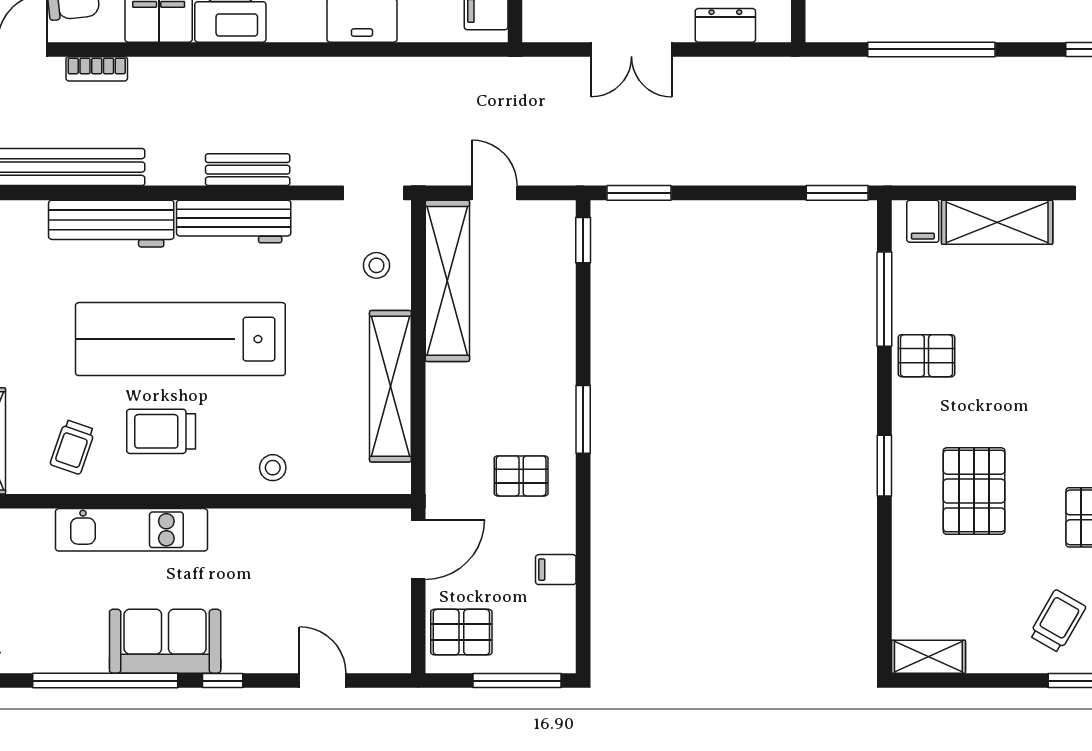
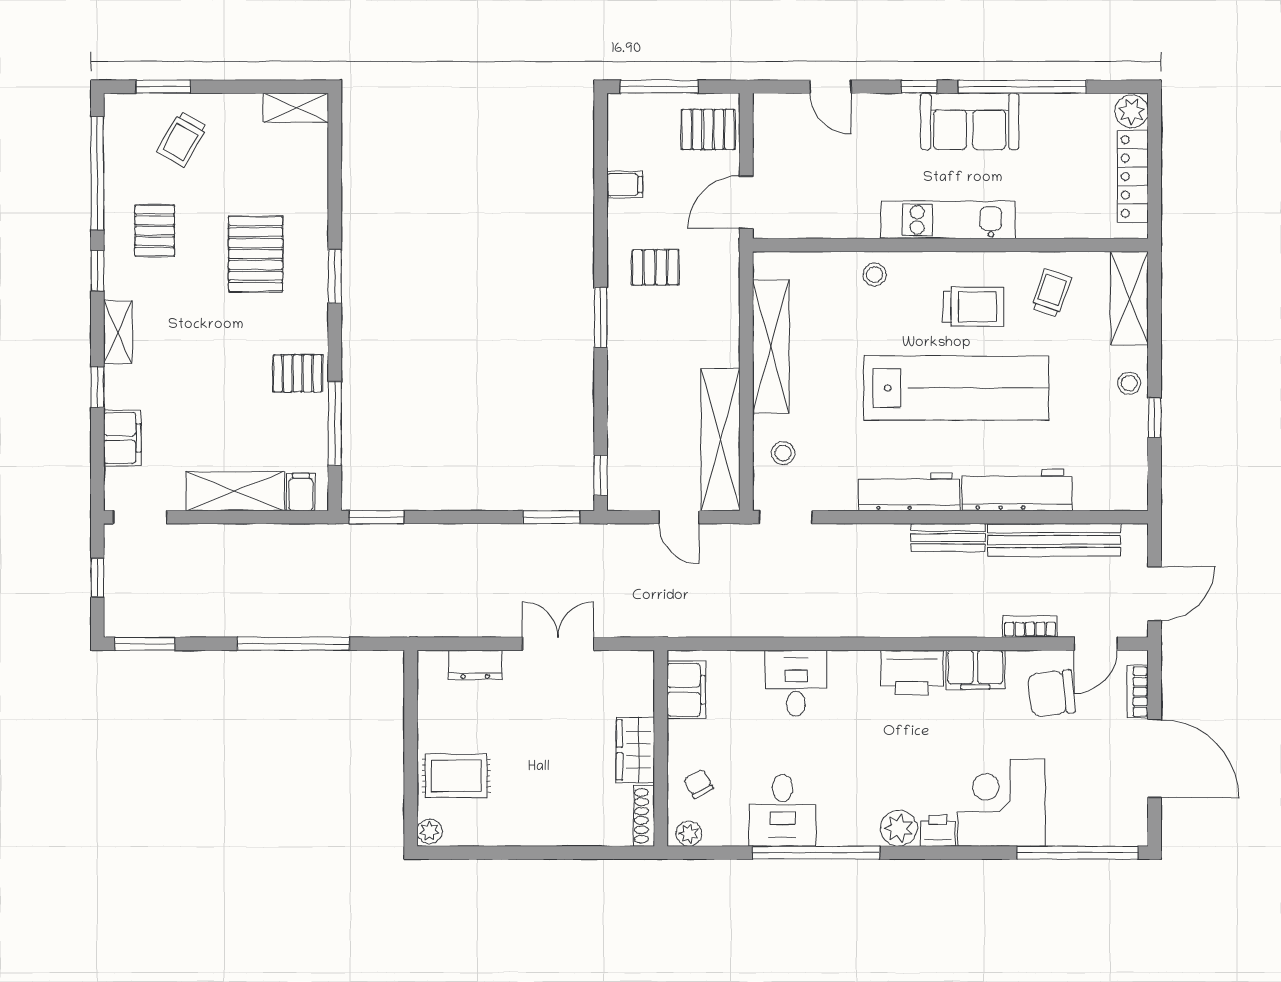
bench: (248, 170) -> (948, 538), moved
kitchen unit: (131, 530) -> (948, 220), moved

